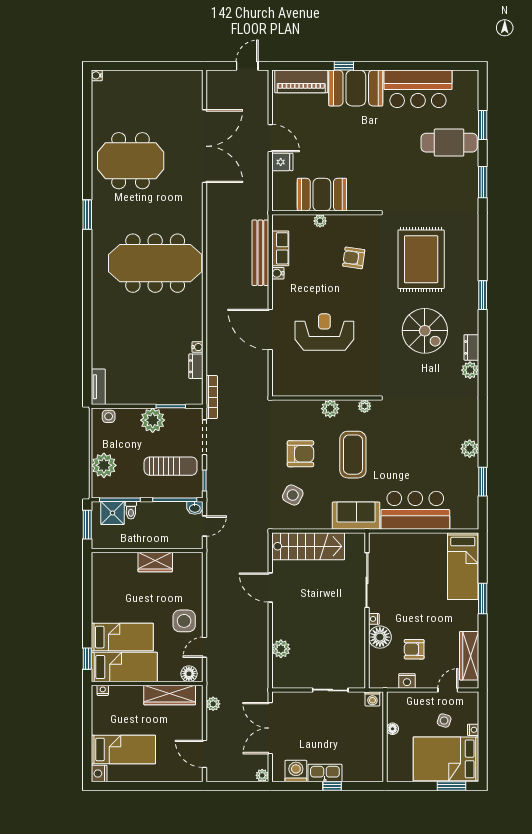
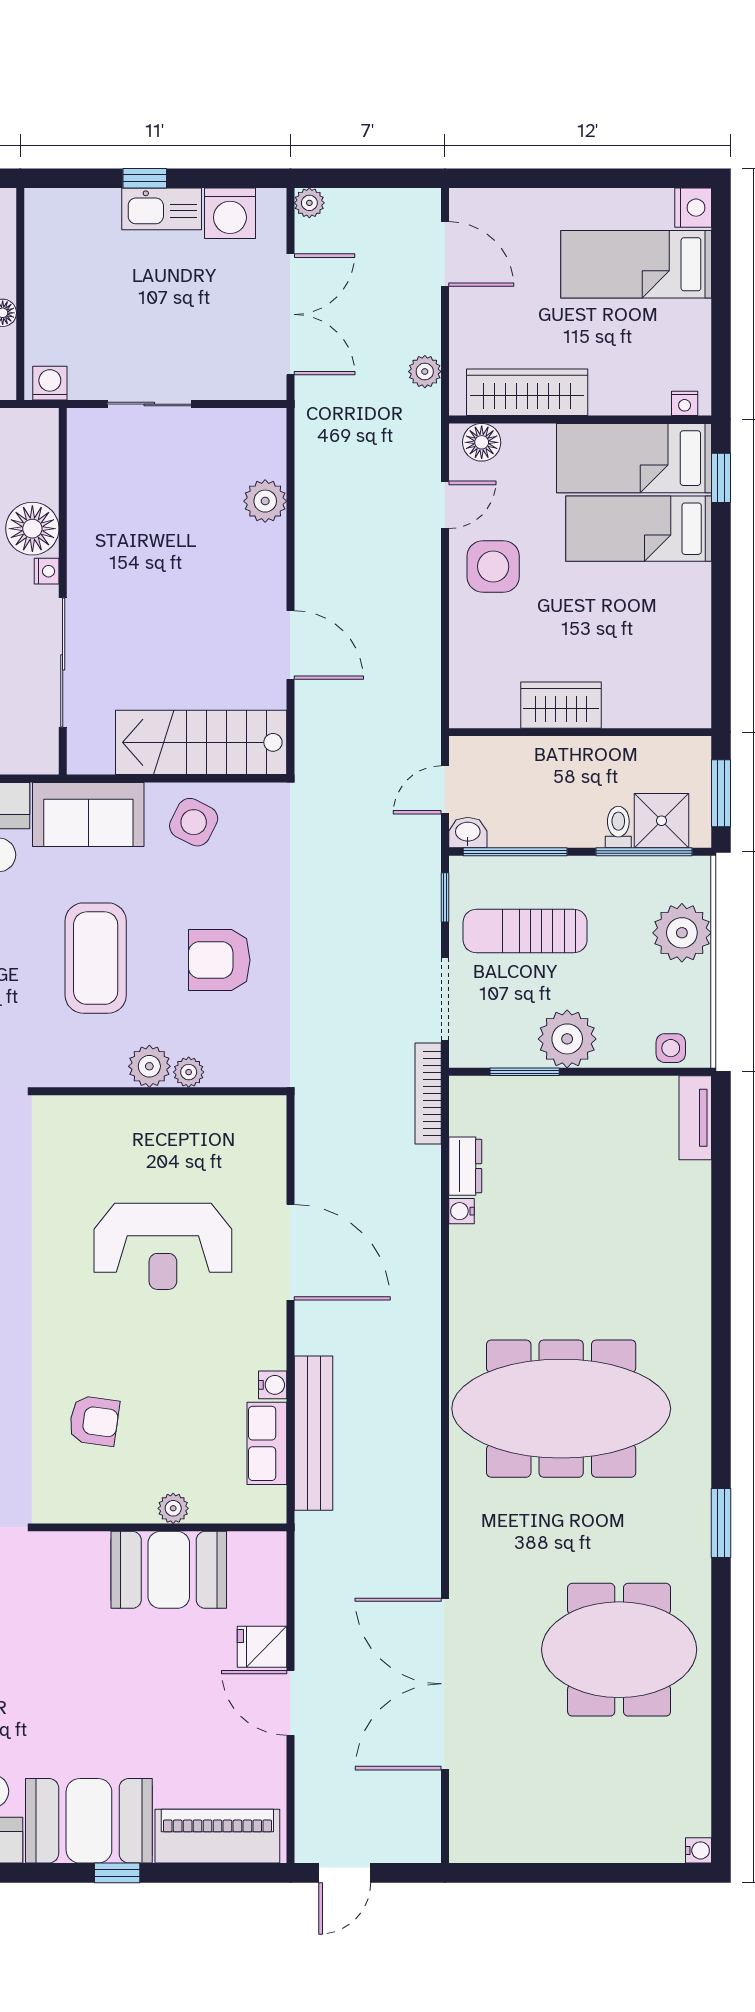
plant: (365, 406) -> (189, 1072), moved
side table: (293, 495) -> (194, 822), moved

